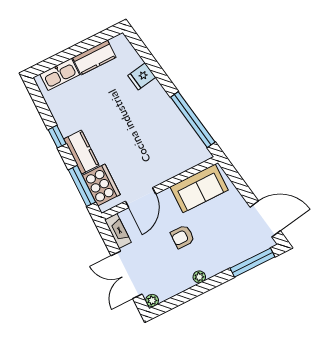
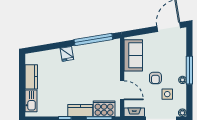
fridge: (142, 76) -> (67, 54), moved
window: (253, 263) -> (189, 70), moved
side table: (168, 265) -> (167, 94), added

